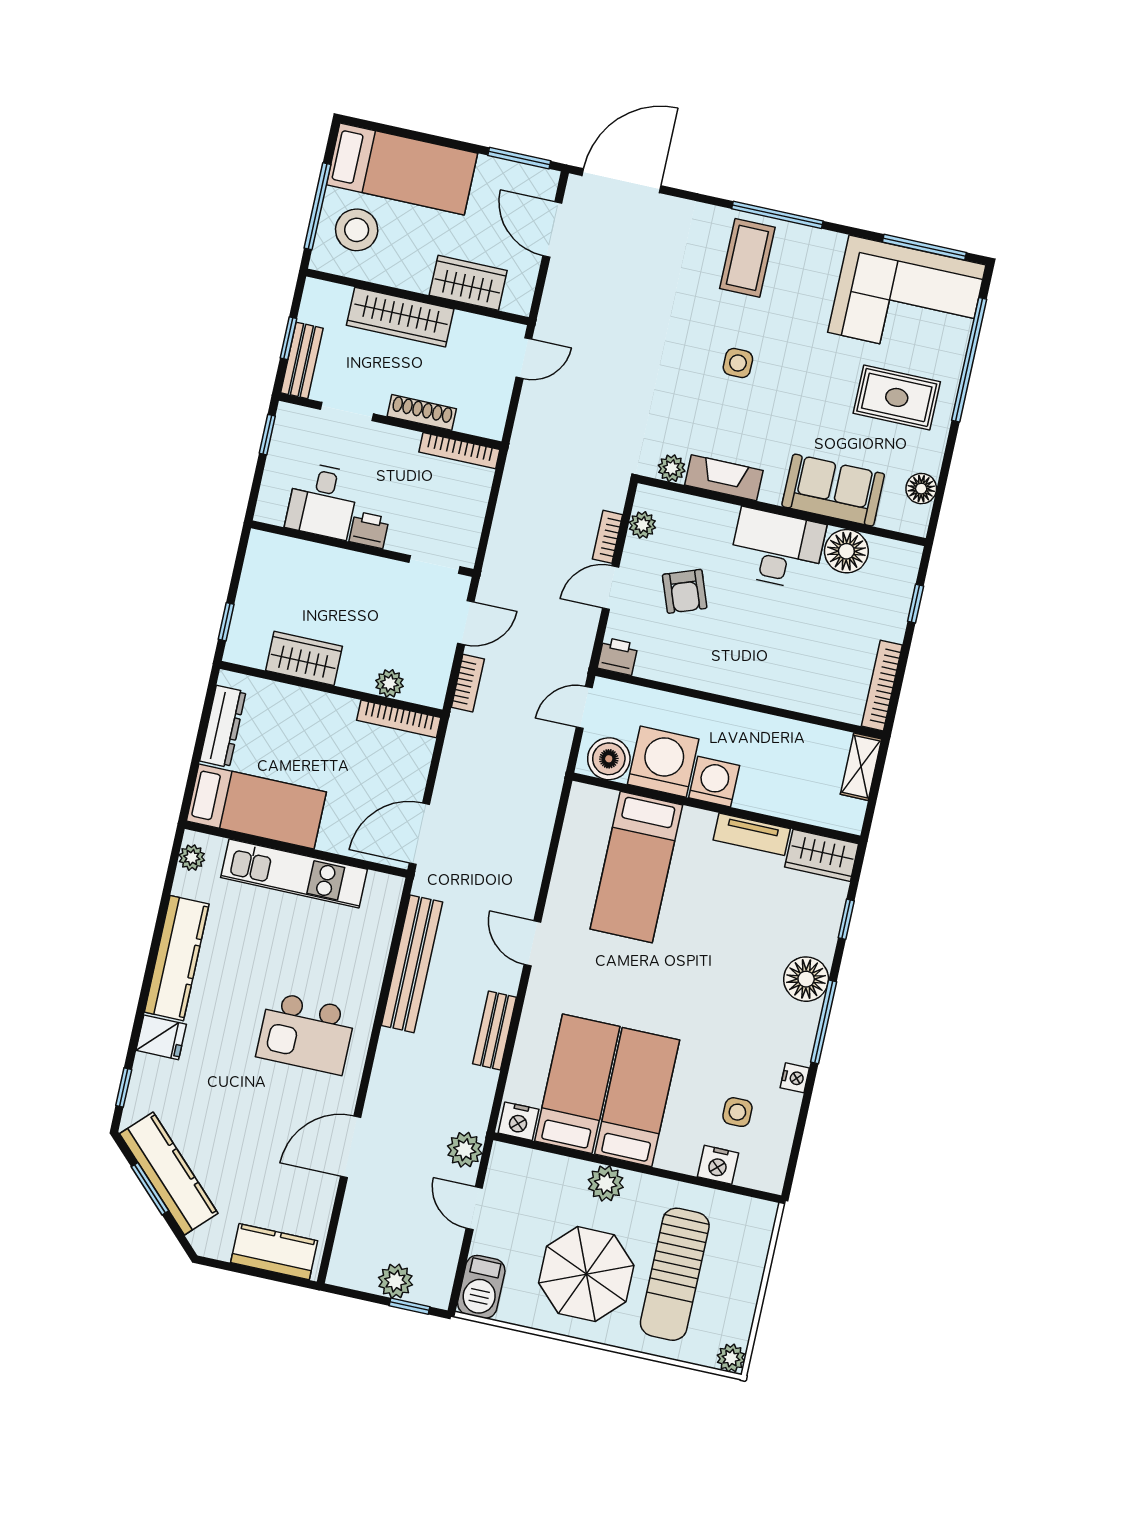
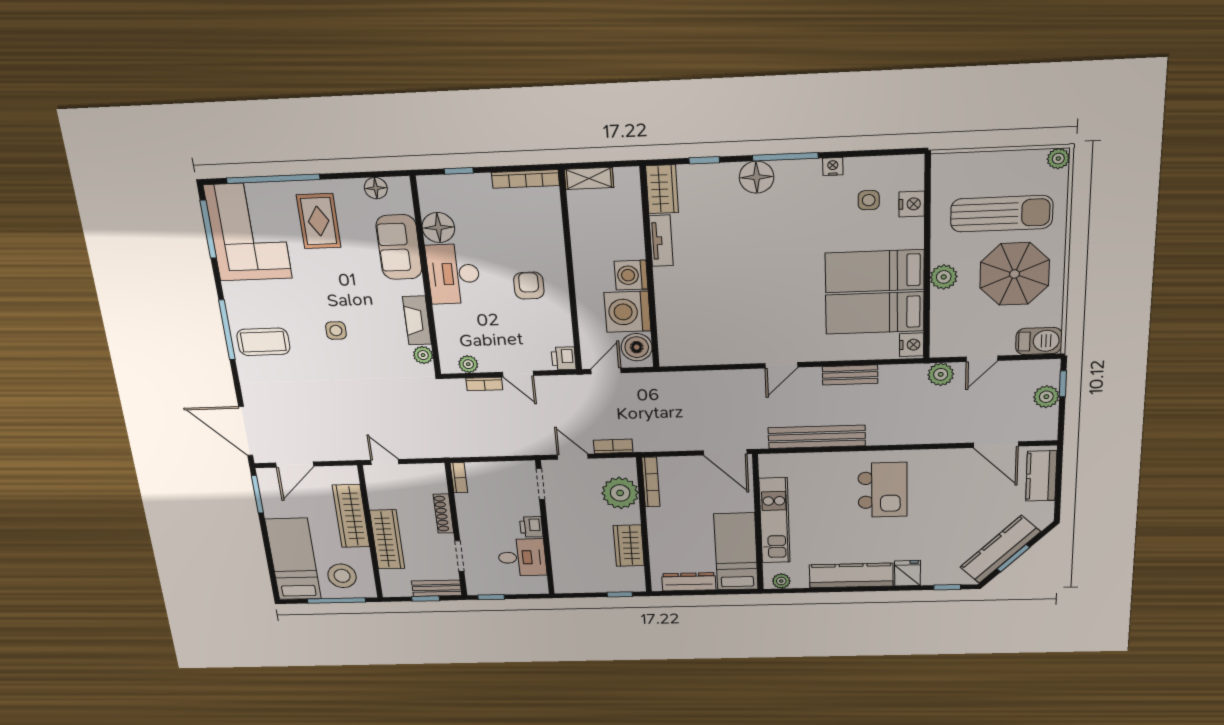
wardrobe: (468, 283) -> (351, 516), width x1.50
bookcase: (459, 451) -> (459, 478), width x0.64
armchair: (685, 591) -> (529, 286), moved, turned -70
plant: (389, 683) -> (620, 493), width x1.87, depth x1.87
door: (584, 707) -> (606, 371), swing flipped
bed: (636, 867) -> (708, 311), removed
door: (351, 1147) -> (996, 445), moved

